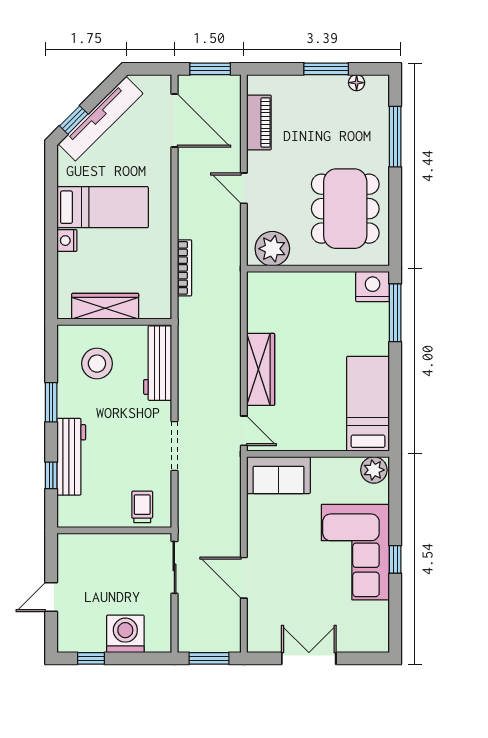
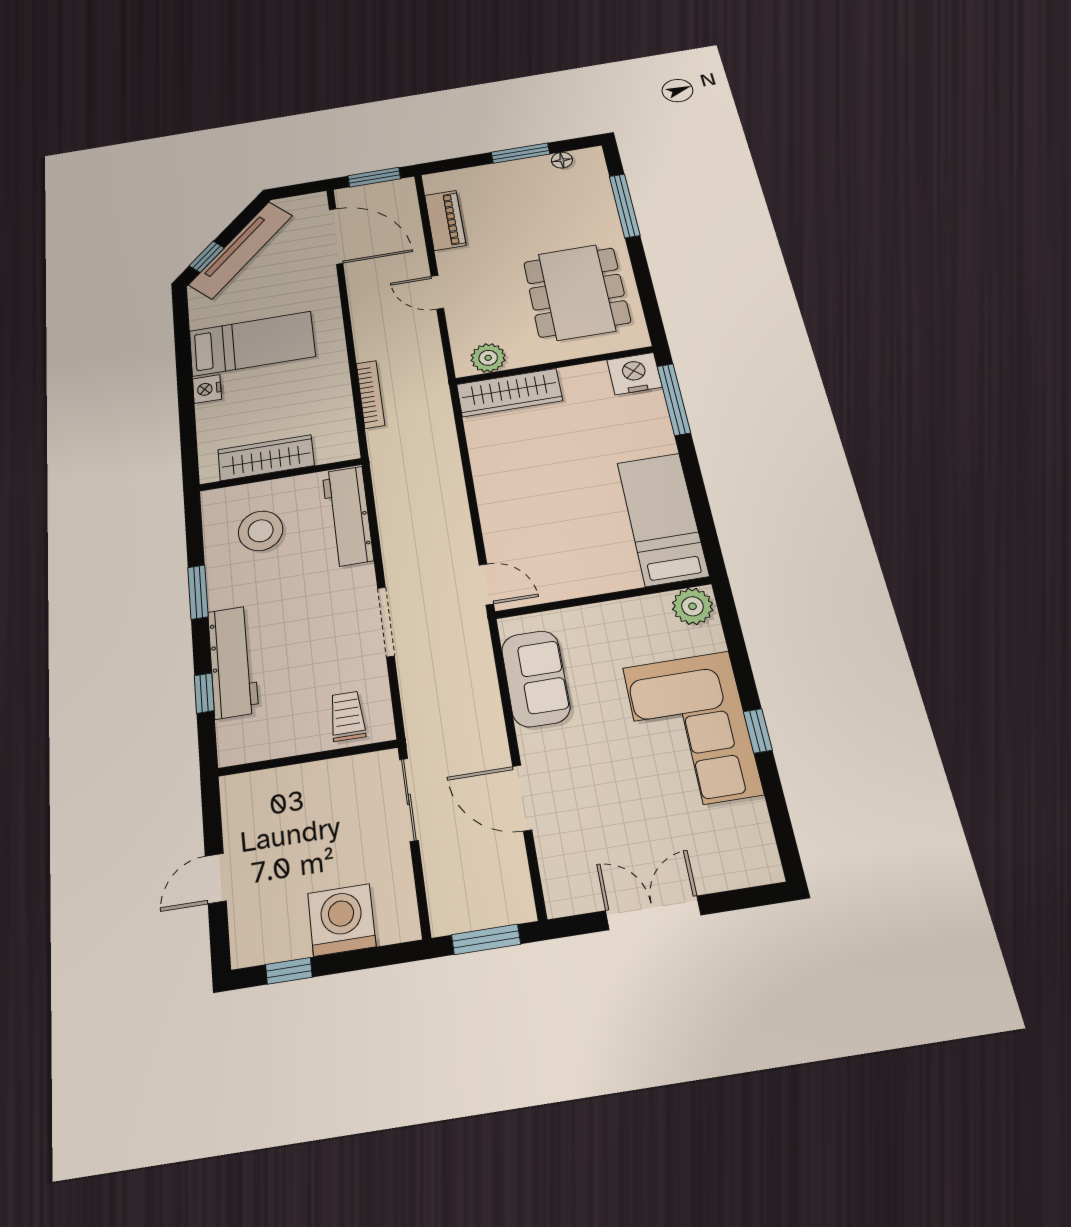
plant: (272, 249) -> (488, 358), width x0.73, depth x0.73
wardrobe: (261, 369) -> (509, 393), moved, turned 90
sofa: (279, 475) -> (536, 678), moved, turned -90

